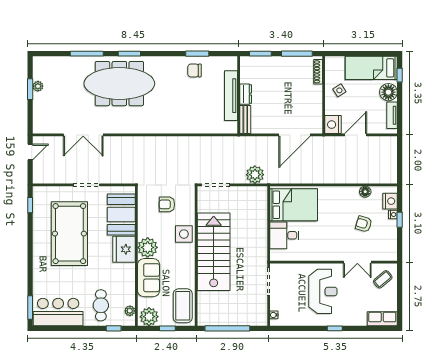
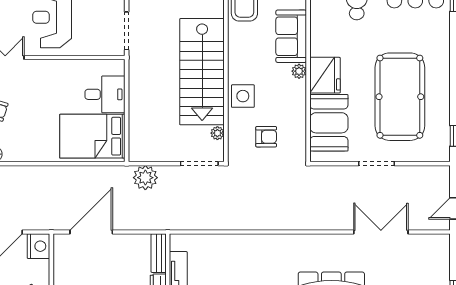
plant: (202, 207) -> (217, 133), added
plant: (148, 247) -> (299, 71), width x0.53, depth x0.53

